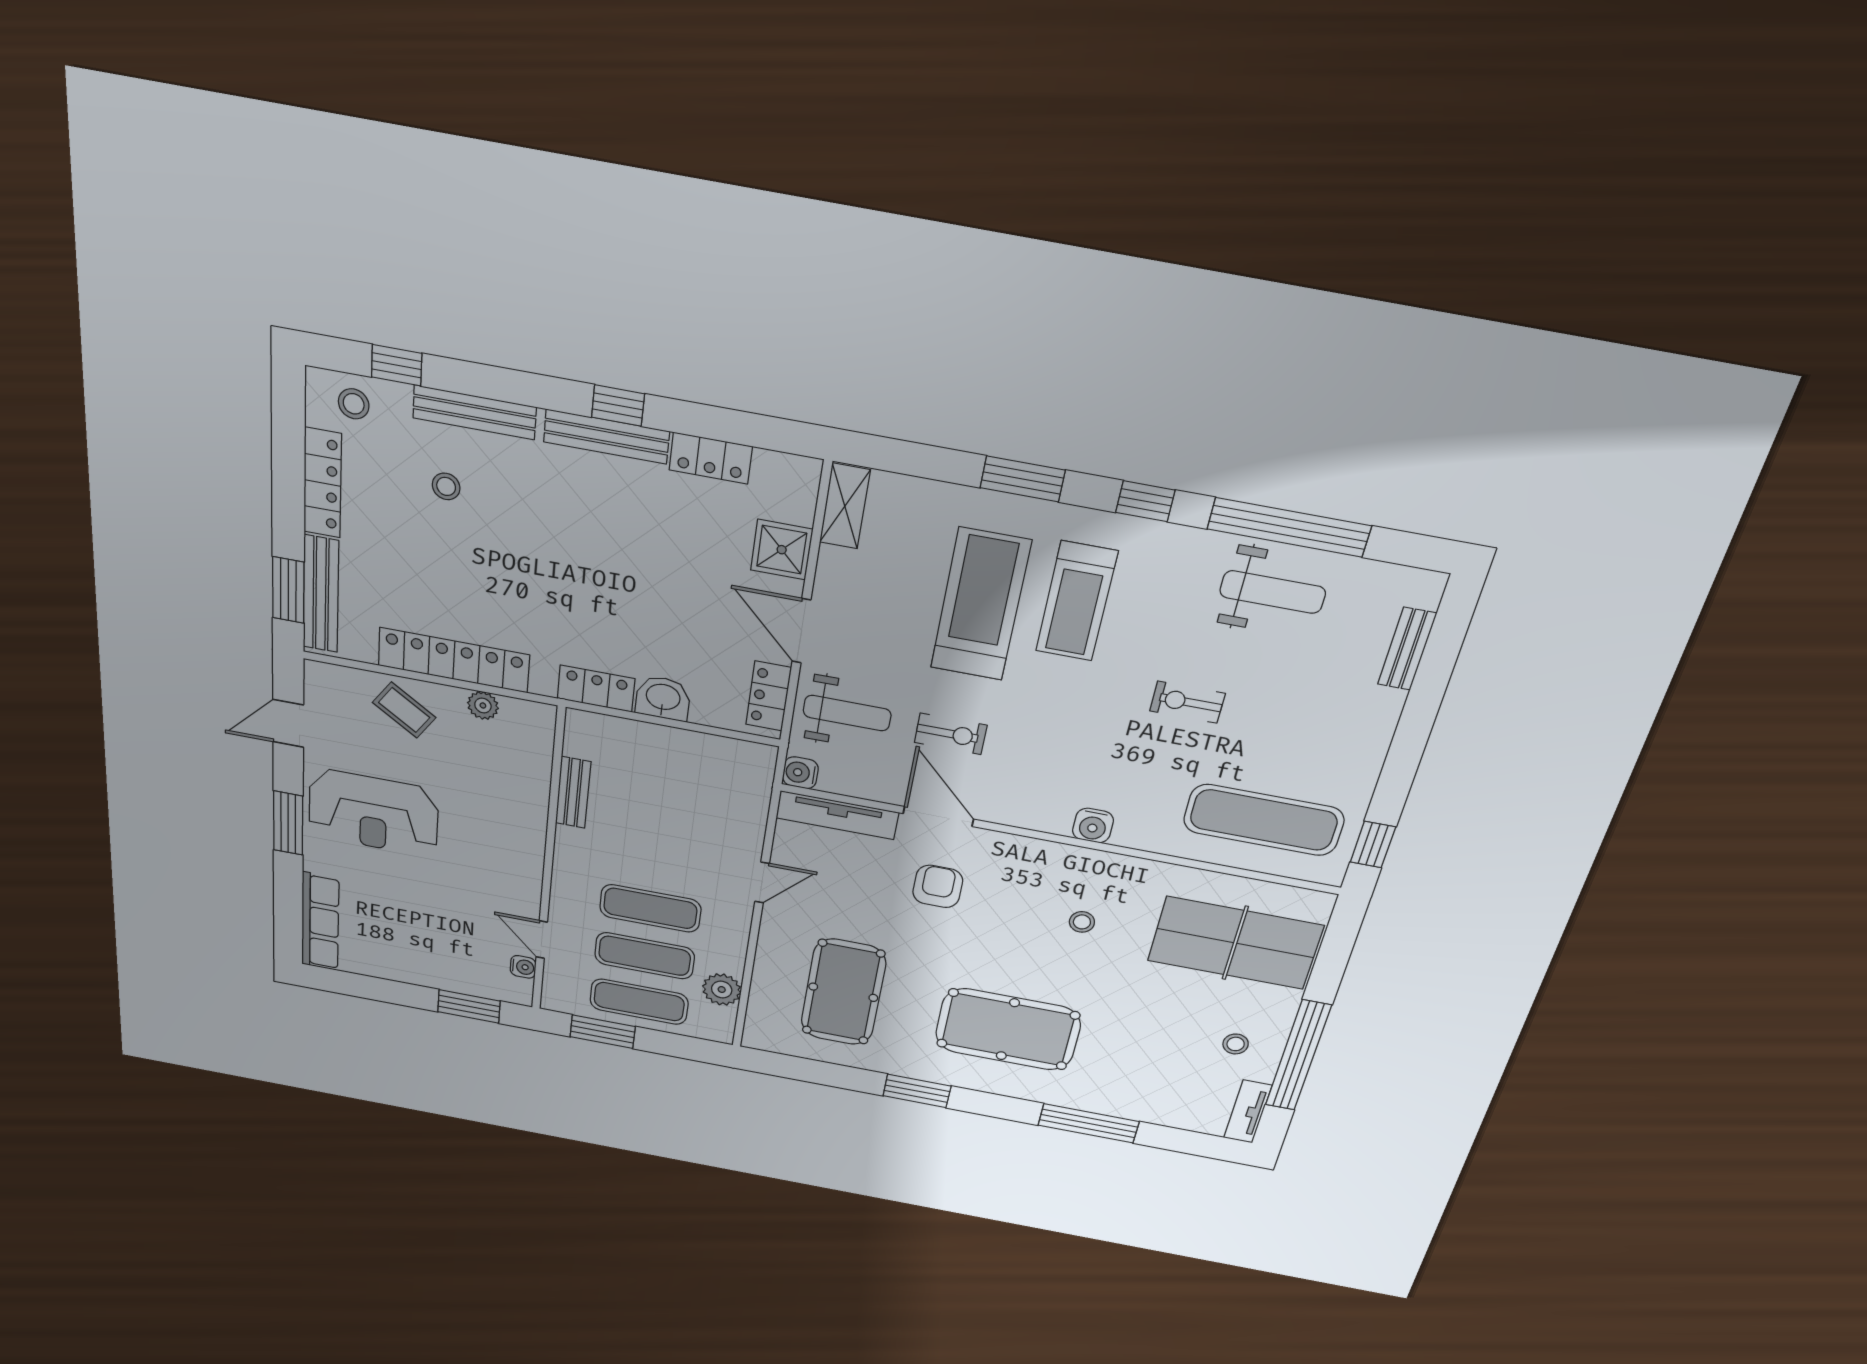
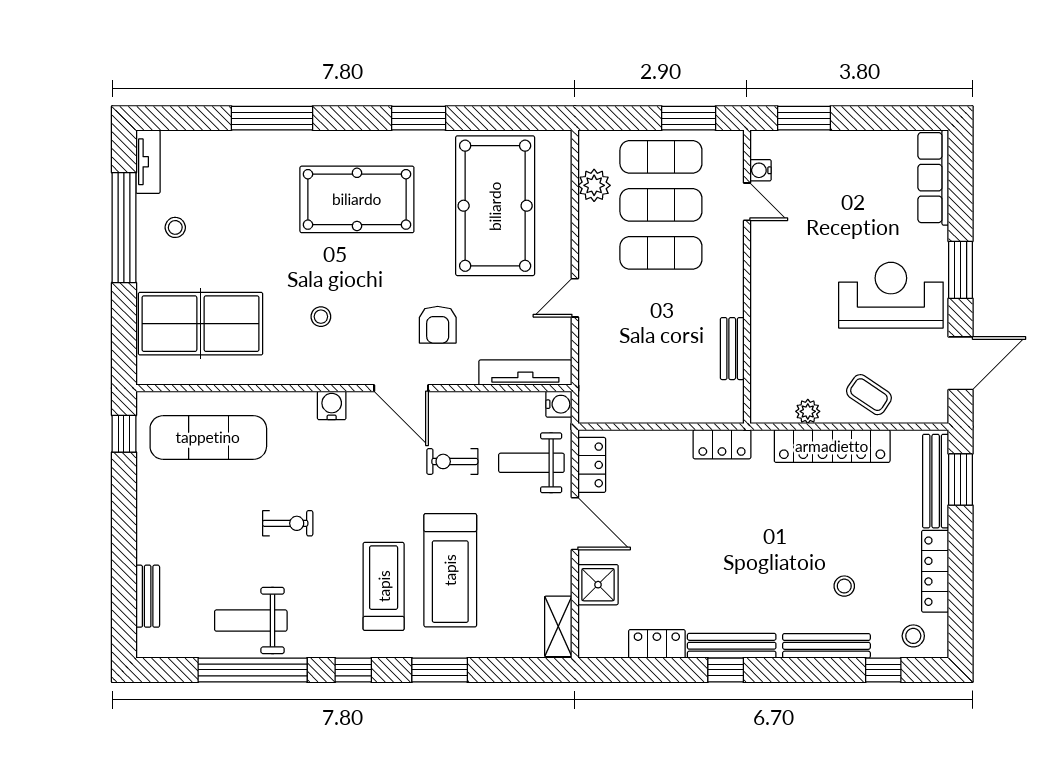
washbasin: (663, 698) -> (671, 447), removed
door: (288, 723) -> (961, 363), width x1.38
door: (938, 816) -> (401, 388), moved
pool table: (843, 992) -> (495, 206), width x1.36, depth x1.32

